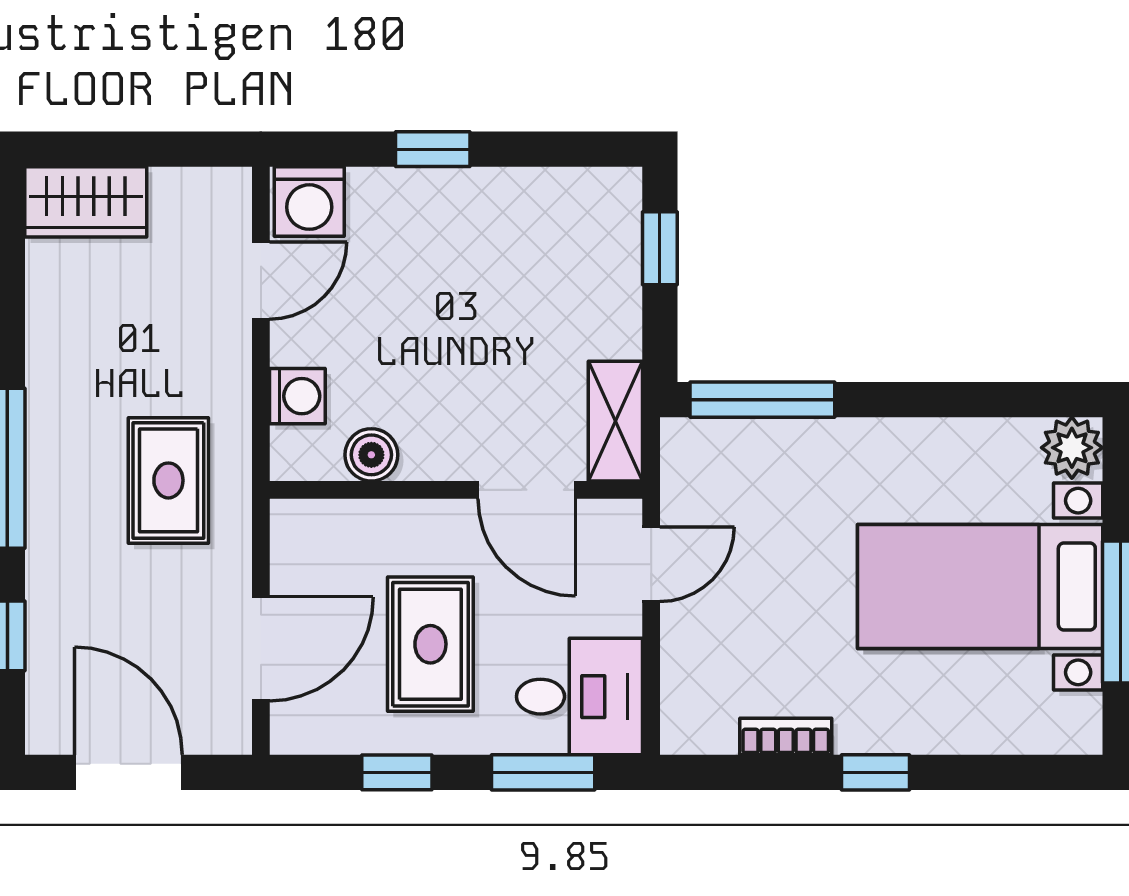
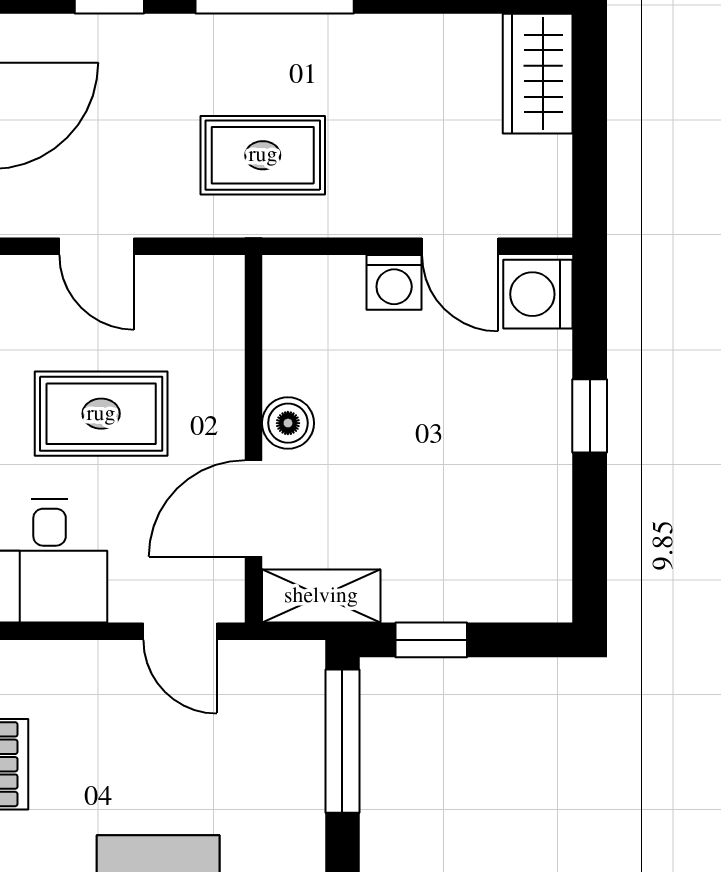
window: (660, 248) -> (431, 640), moved
washing machine: (297, 396) -> (394, 282), moved
boiler: (371, 455) -> (288, 423), moved
door: (261, 649) -> (97, 246), width x0.73

